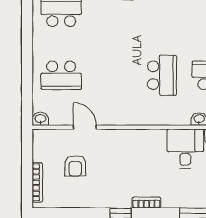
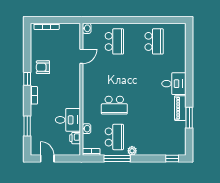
school desk: (61, 75) -> (114, 41), turned 180
armchair: (75, 166) -> (43, 67), moved

